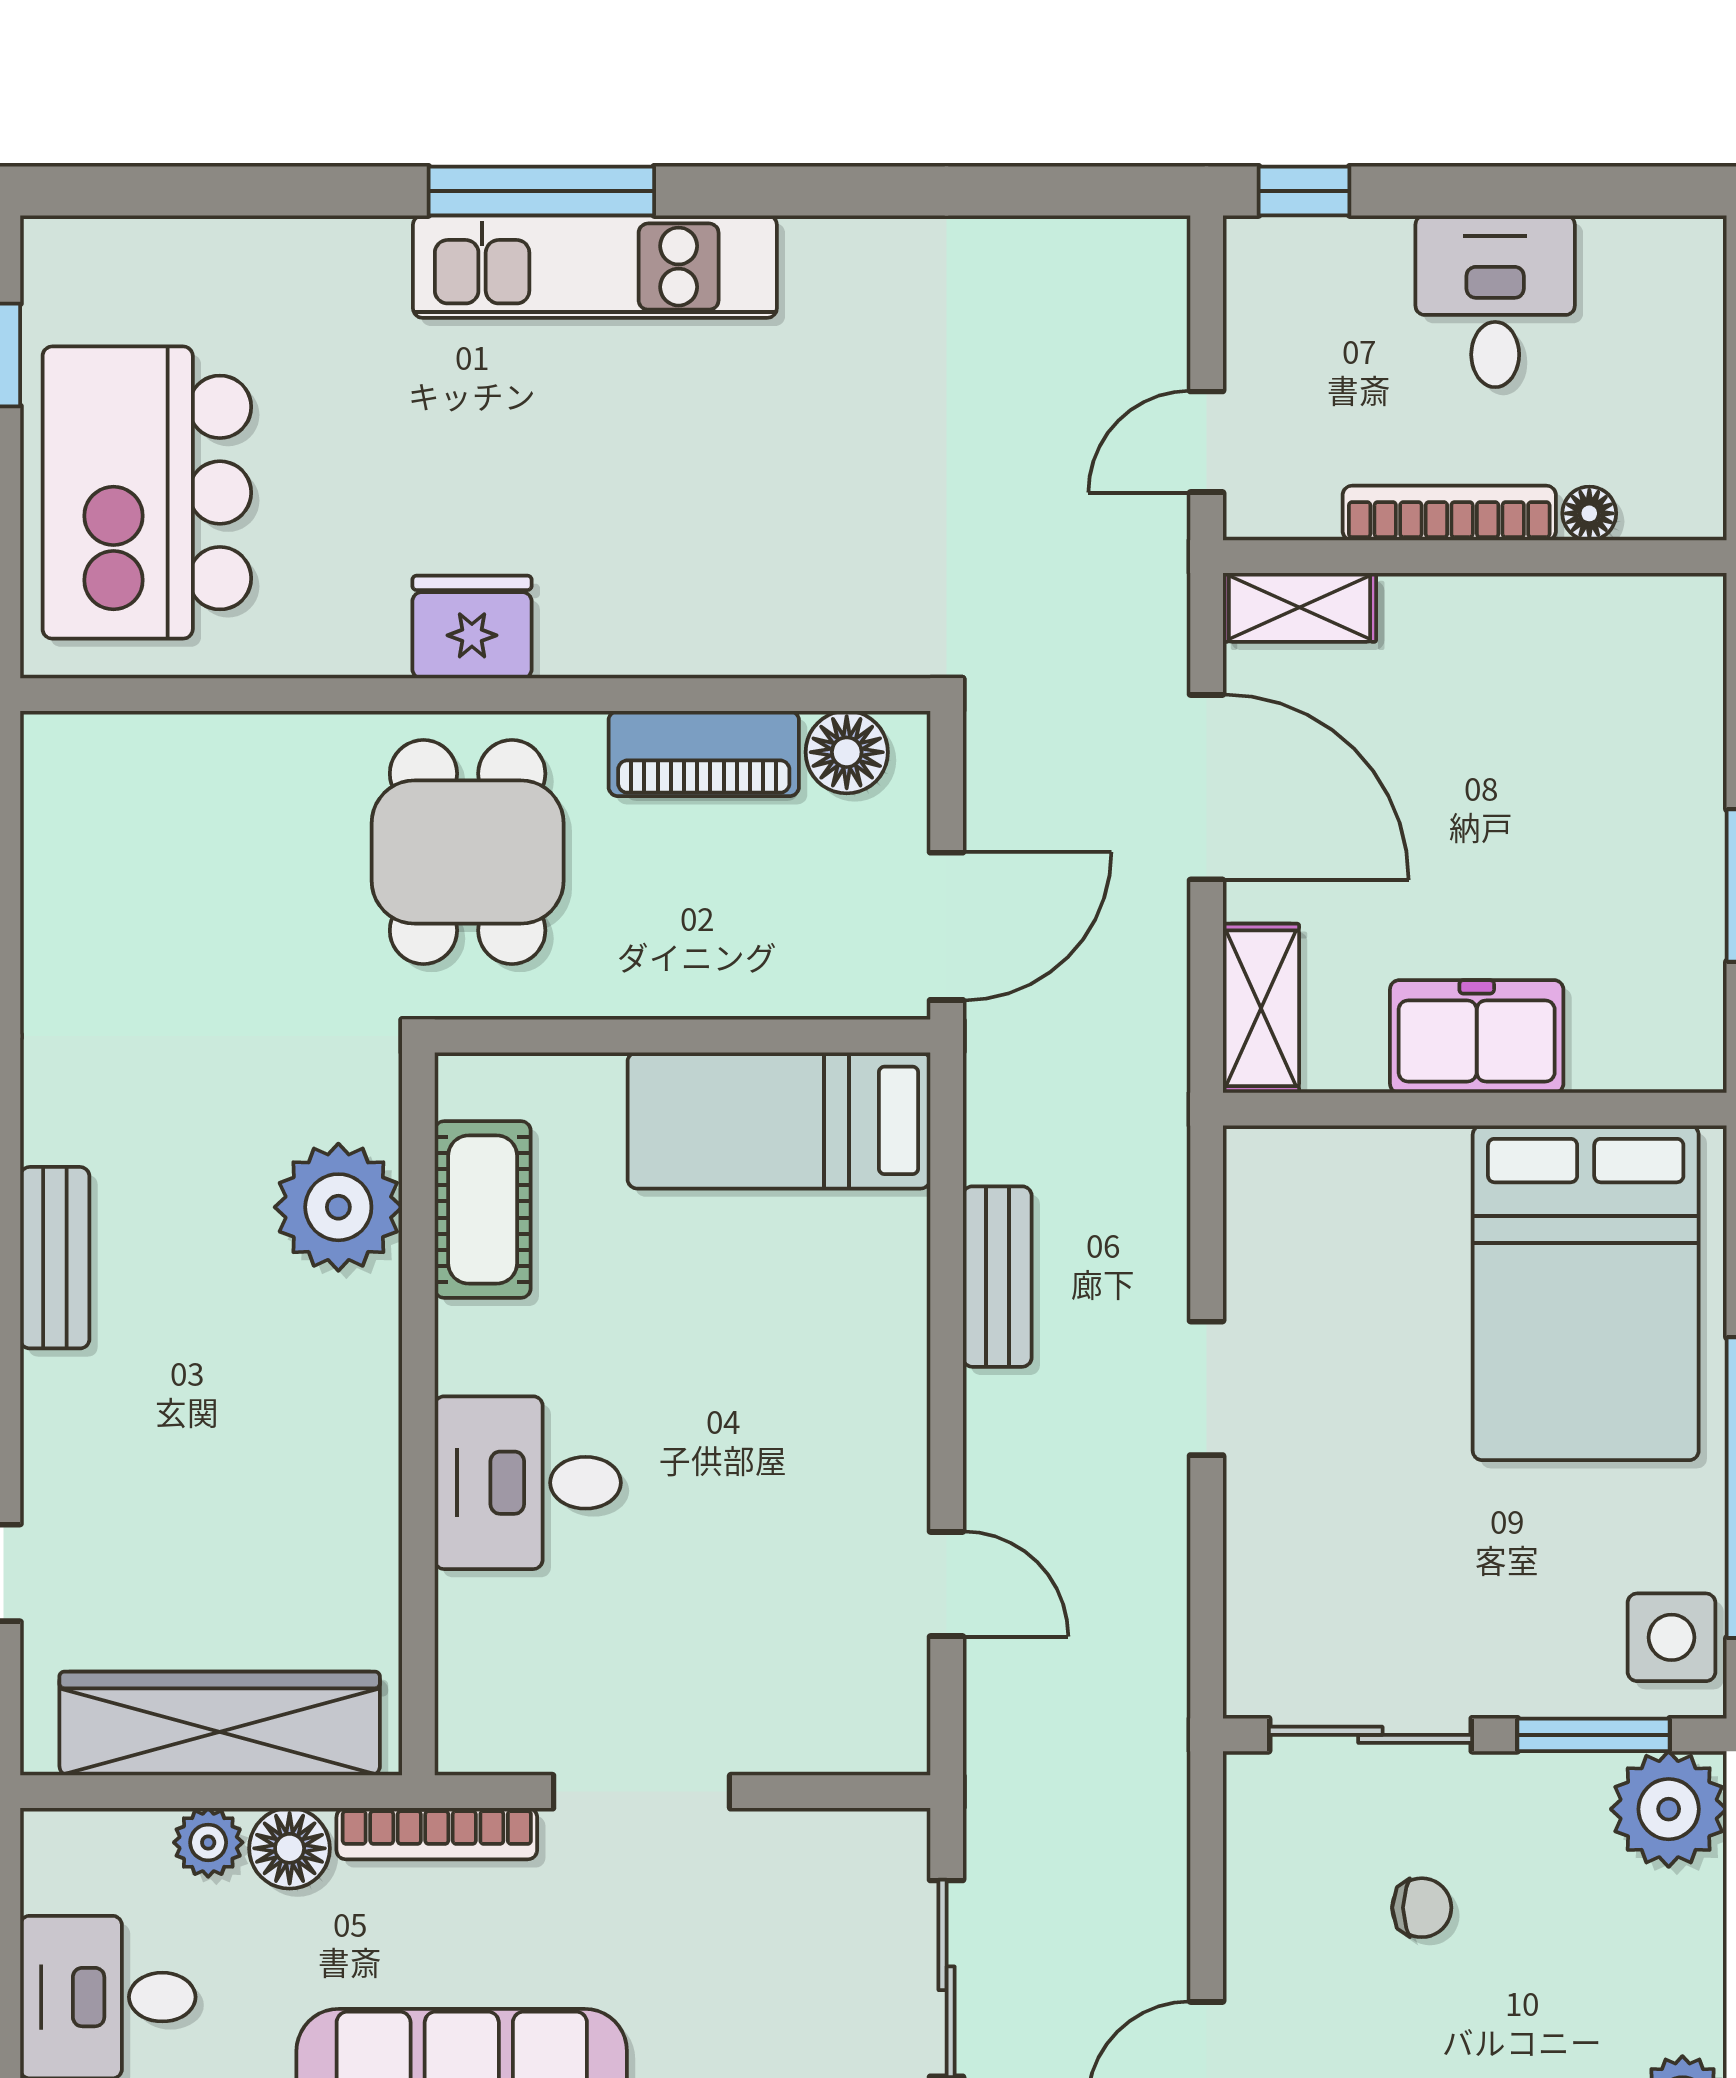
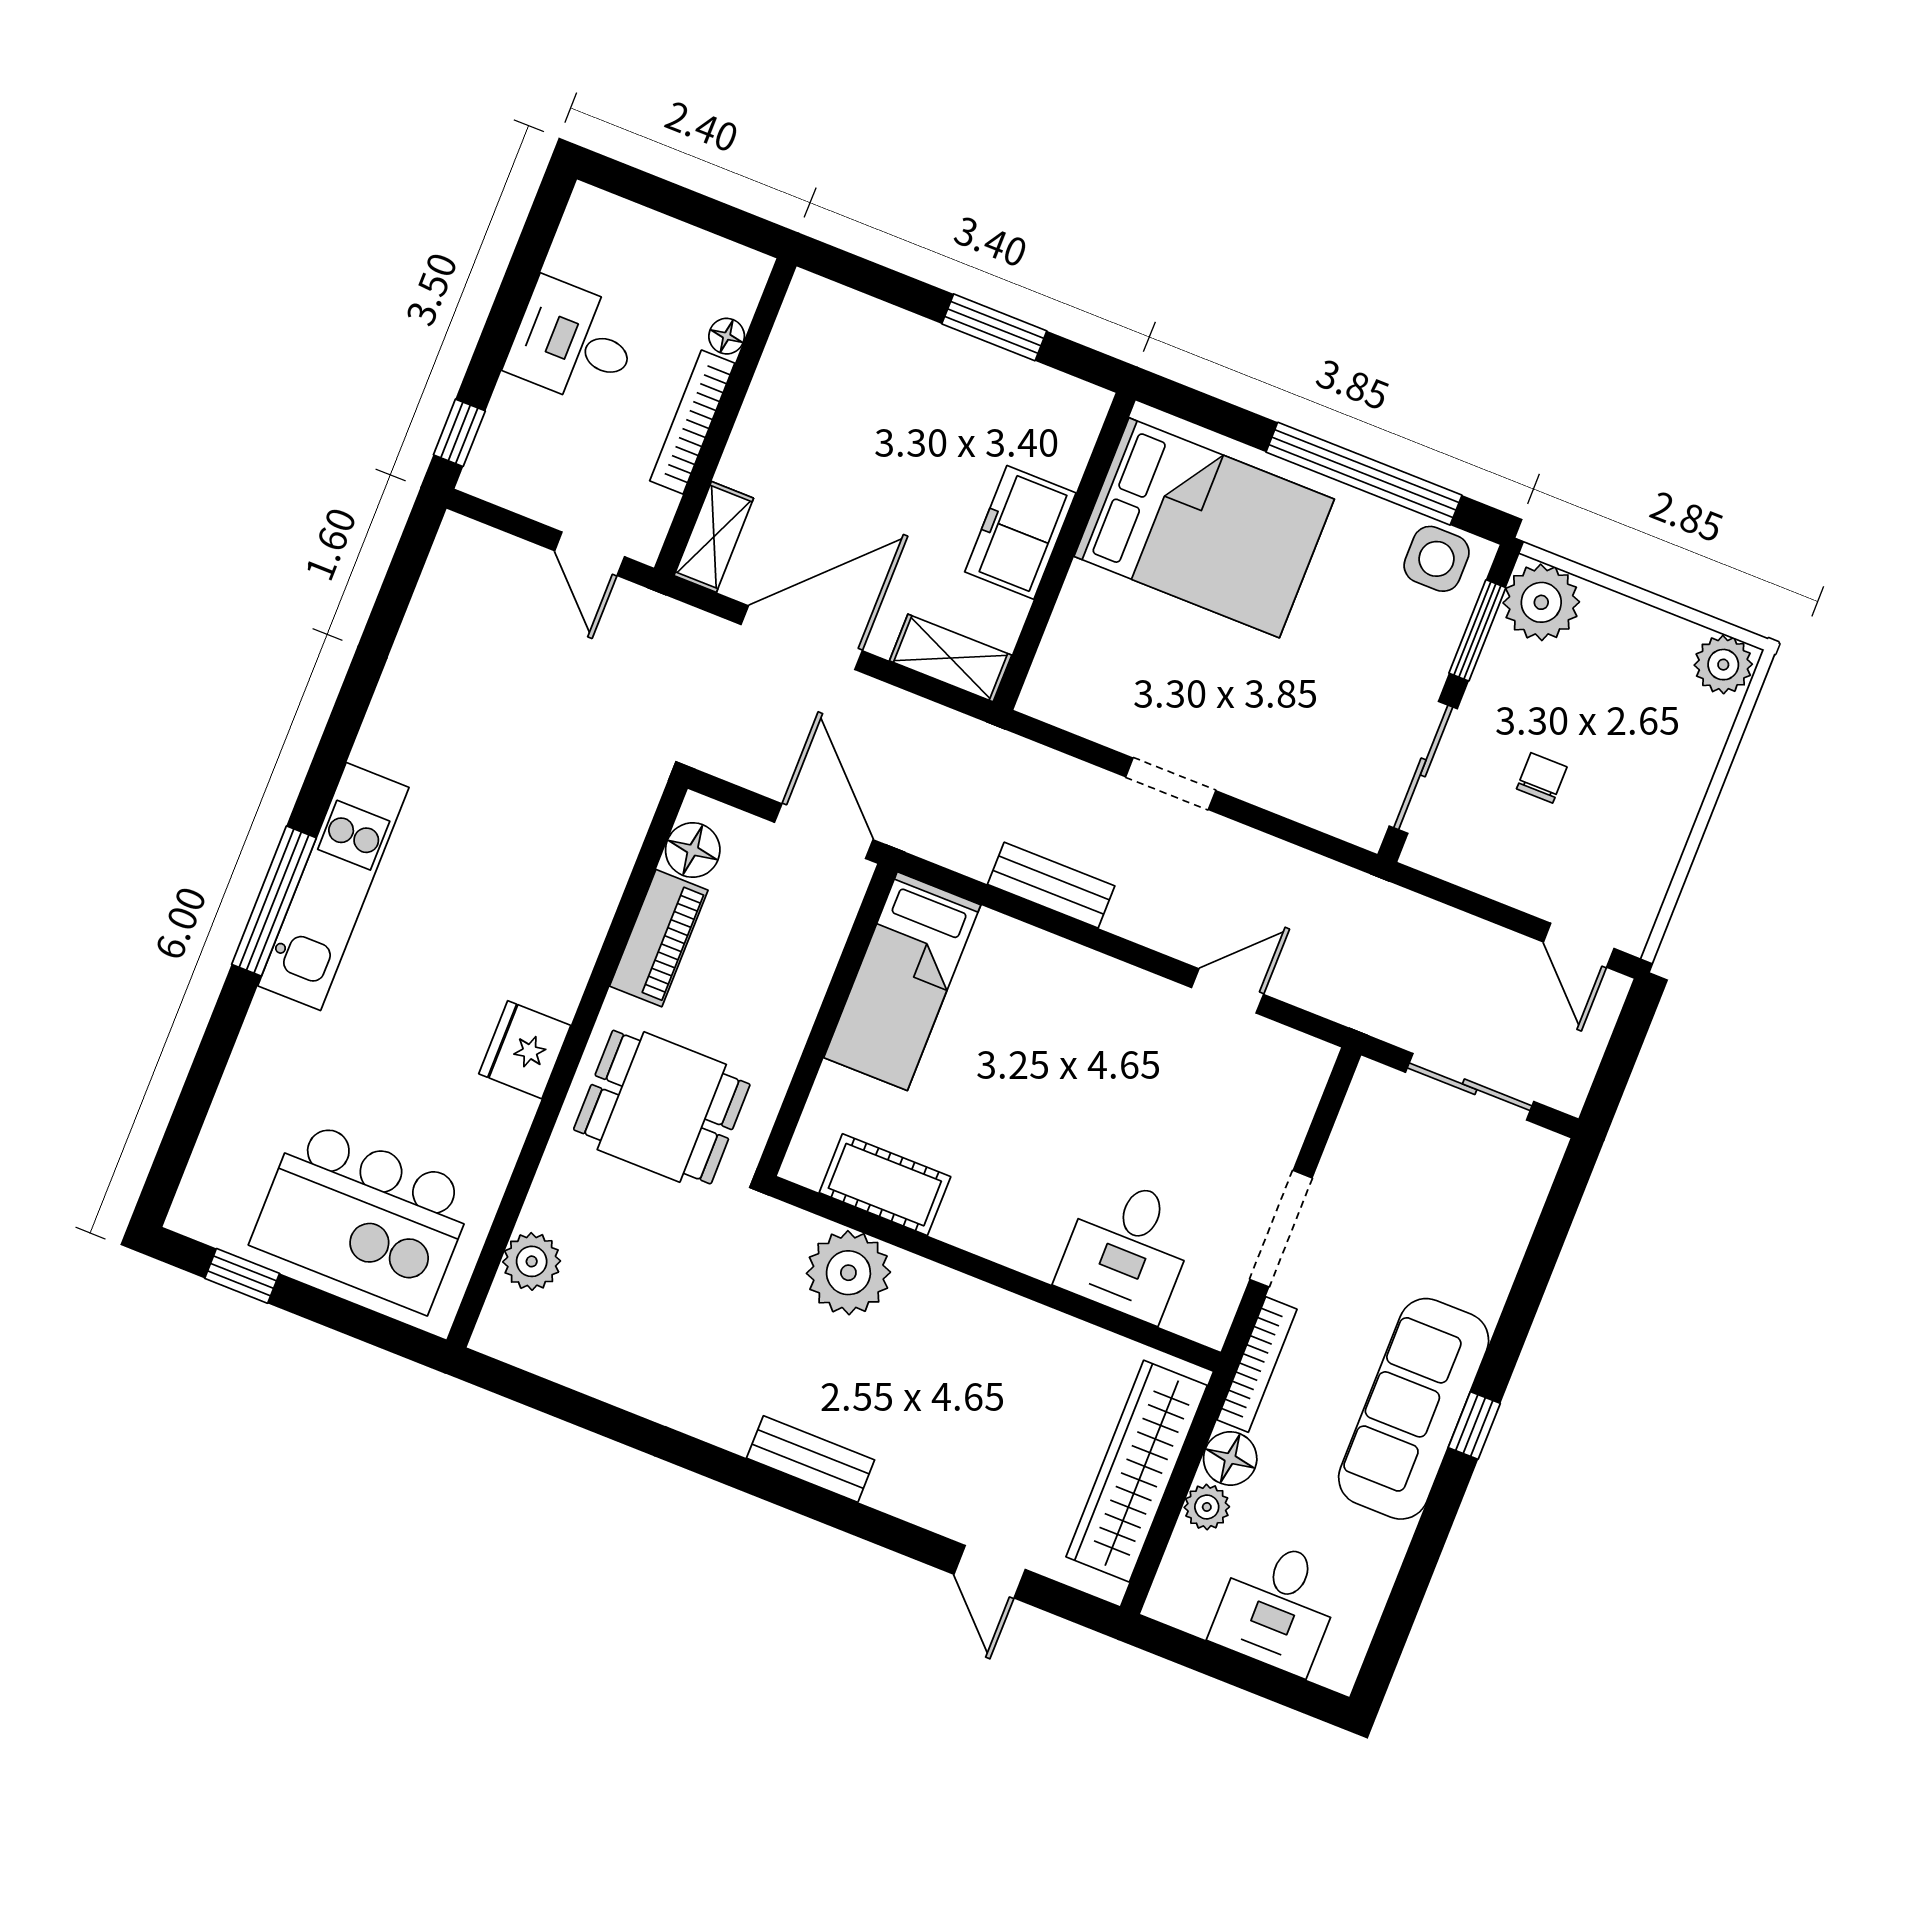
plant: (178, 755) -> (532, 1261), added
desk: (528, 1483) -> (1127, 1249), moved

